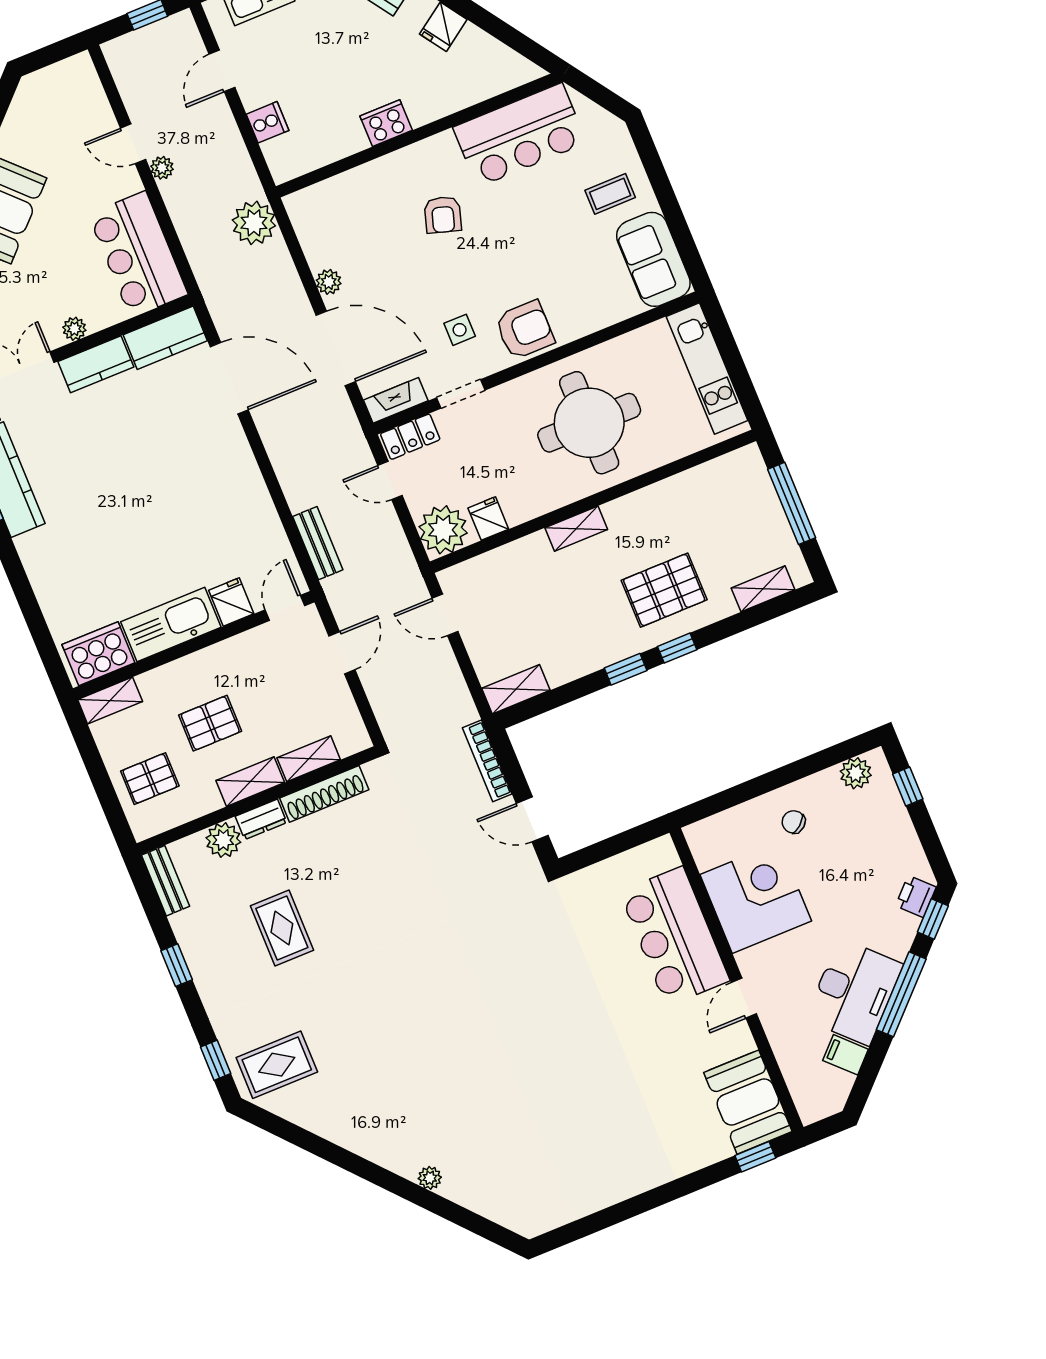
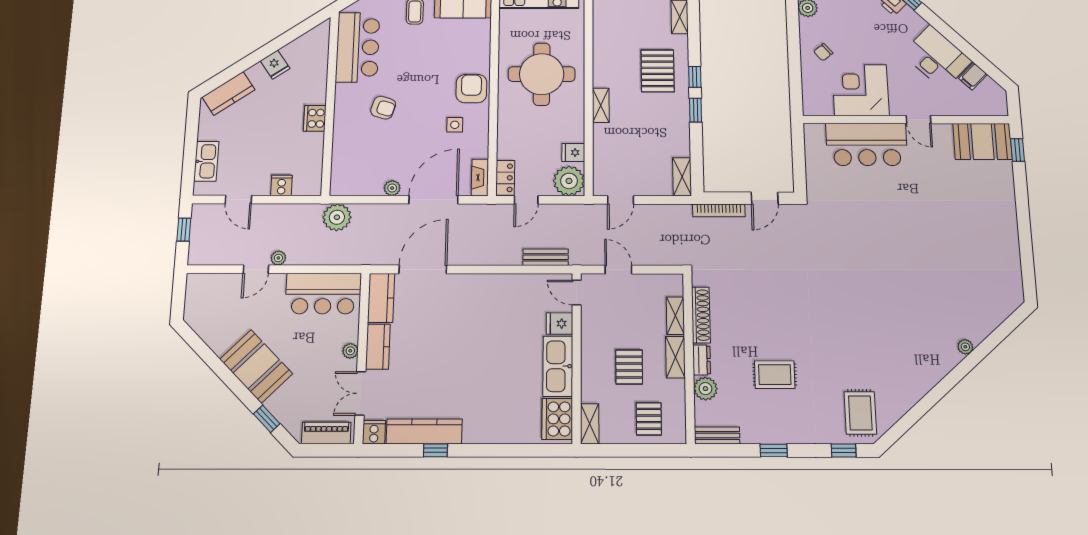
doorway: (461, 394) -> (493, 139), removed
window: (901, 994) -> (948, 32), removed

